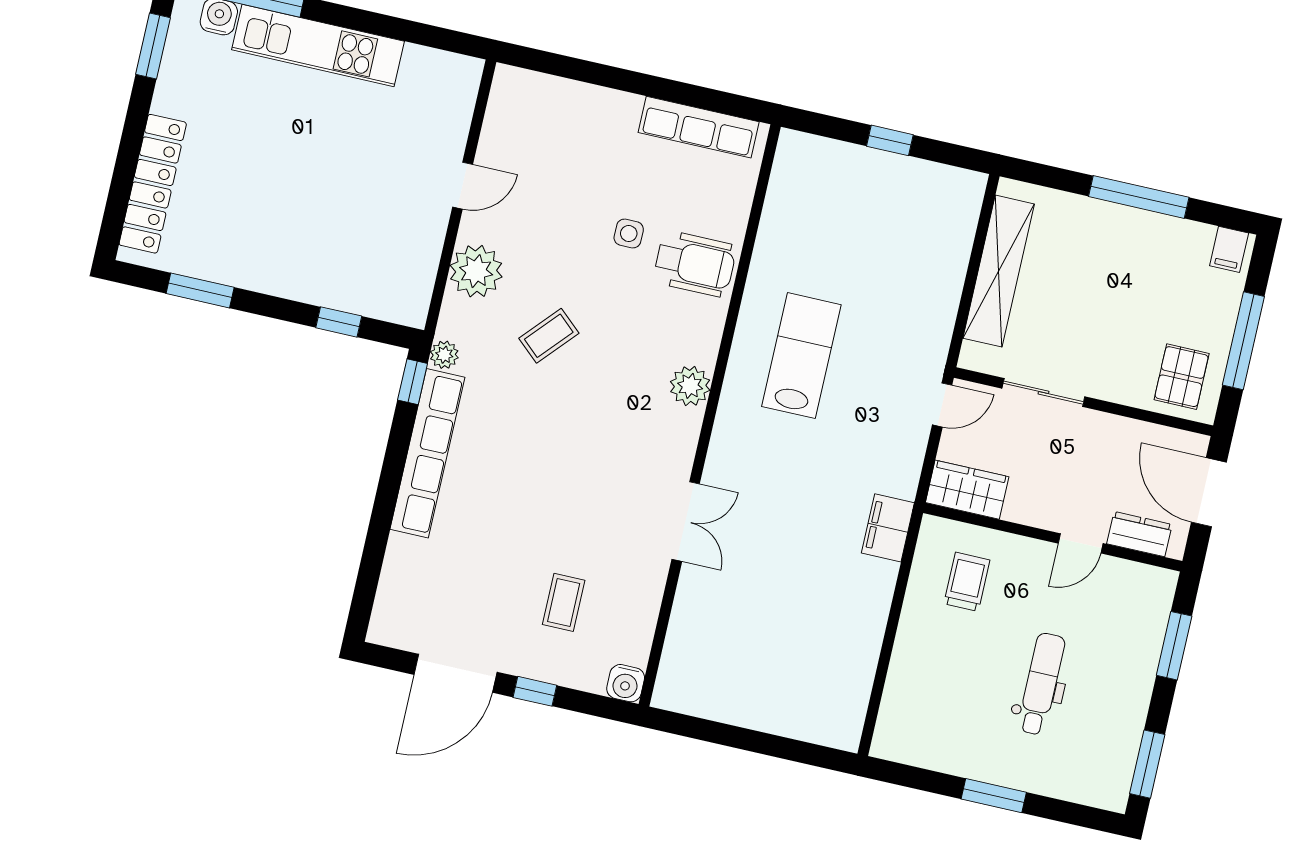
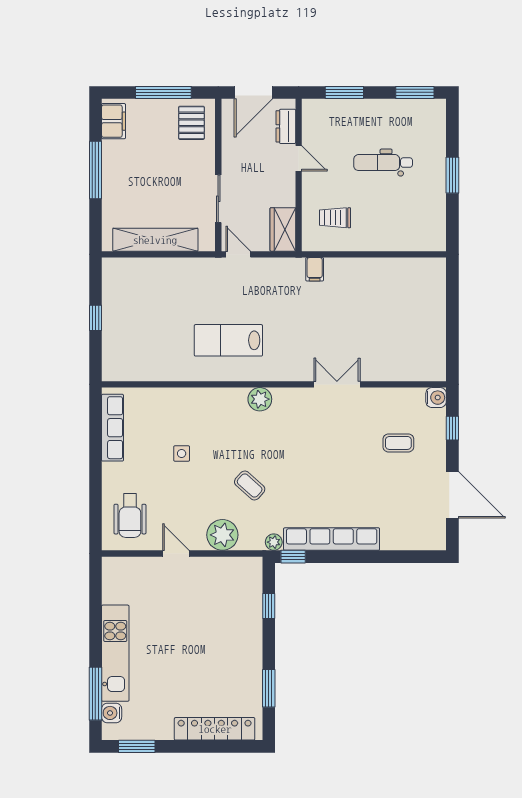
filing cabinet: (1229, 249) -> (113, 121), width x2.00
wheelchair: (695, 264) -> (130, 516), moved, turned 180
pallet: (1182, 377) -> (191, 123), turned 90
filing cabinet: (888, 528) -> (315, 269), width x0.50
window: (535, 691) -> (452, 428), moved

